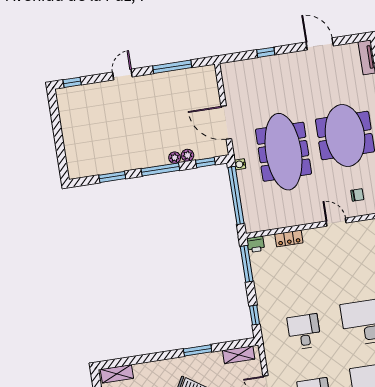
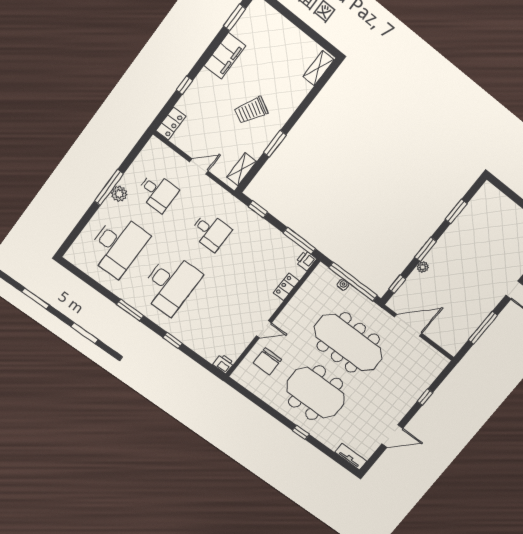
plant: (188, 155) -> (415, 277), removed
water cooler: (240, 164) -> (343, 285), moved
window: (160, 169) -> (425, 249), width x0.69
chair: (357, 195) -> (267, 361), width x1.87, depth x1.87

